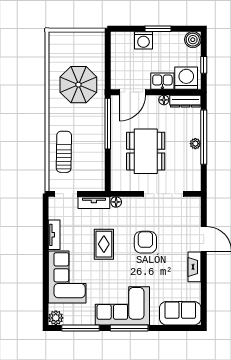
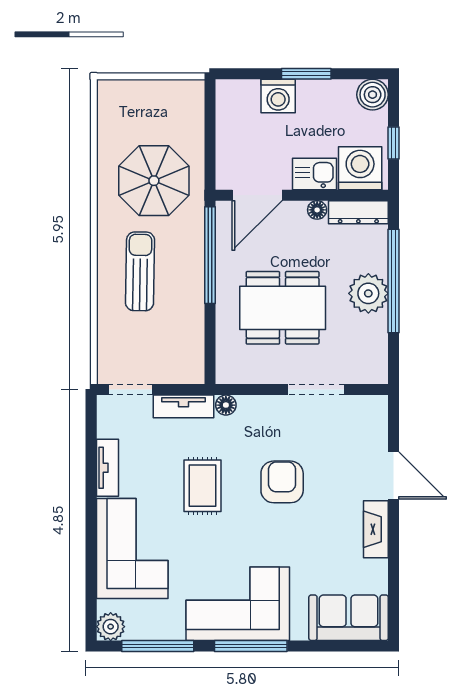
plant: (195, 144) -> (368, 293), width x1.88, depth x1.88
dining table: (146, 151) -> (283, 308), turned 90
sun lounger: (64, 152) -> (140, 271), moved
doorway: (163, 194) -> (316, 390), width x0.73

